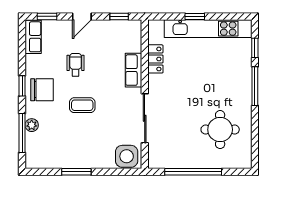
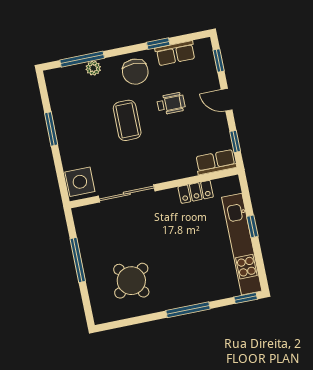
row of seats: (33, 37) -> (175, 53), moved
window: (255, 48) -> (246, 298), moved
row of seats: (133, 70) -> (216, 162), moved
window: (22, 86) -> (158, 44), moved
coffee table: (82, 105) -> (127, 120), width x1.36, depth x1.30
round table: (220, 130) -> (131, 281), turned -36
window: (193, 172) -> (78, 260), width x0.68

